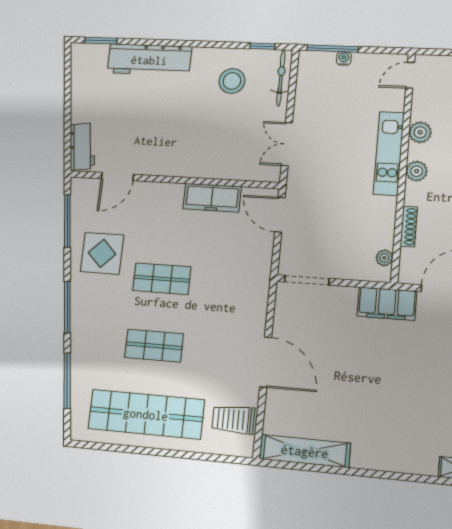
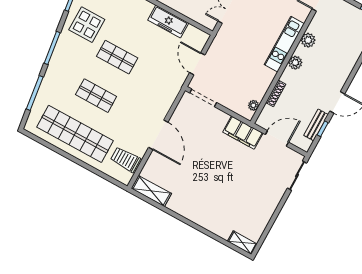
door: (280, 215) -> (197, 64), moved
shelving: (305, 451) -> (151, 191), width x0.68

